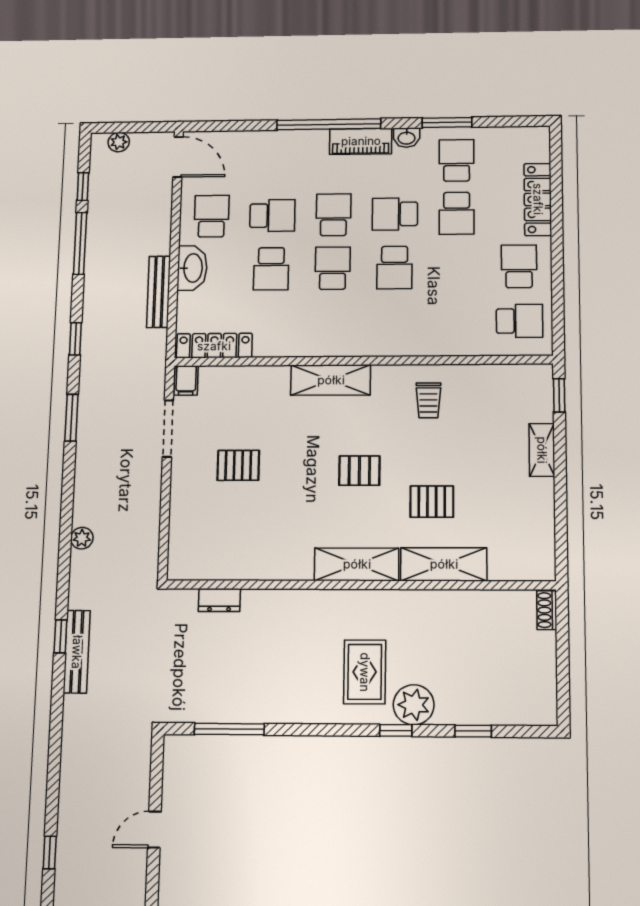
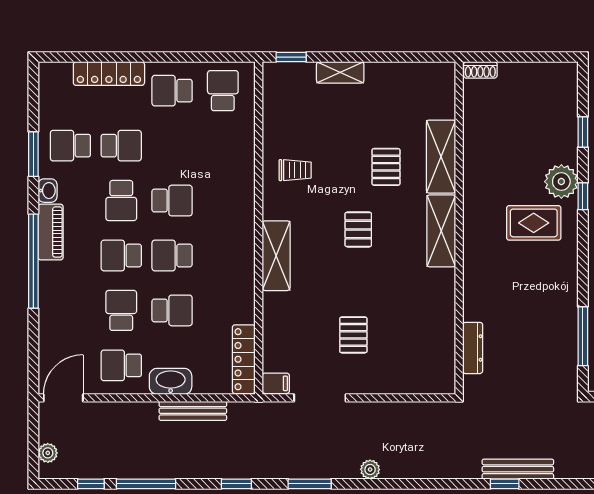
plant: (82, 538) -> (370, 469), moved
dresser: (219, 600) -> (473, 348), width x1.44

